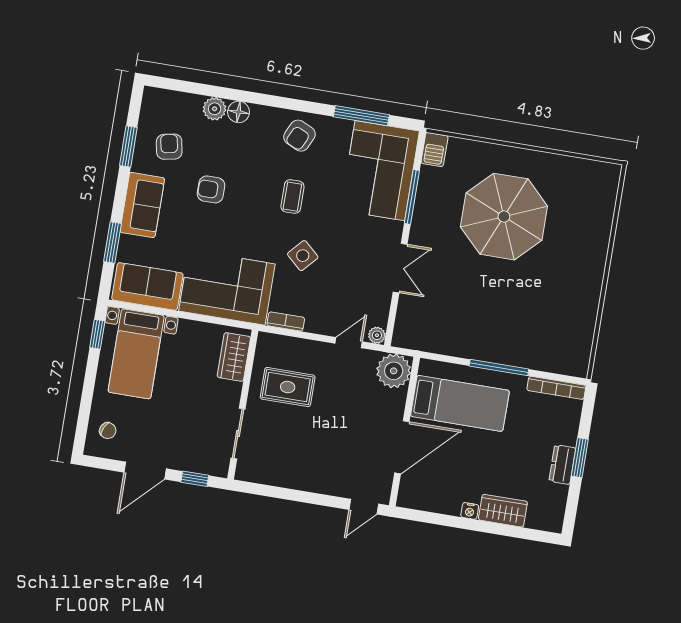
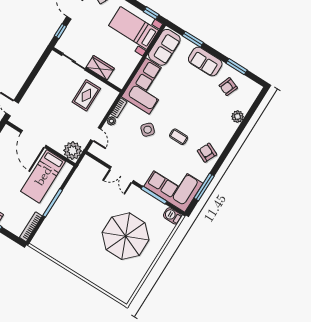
floor lamp: (239, 112) -> (231, 128), removed
armchair: (169, 147) -> (228, 87), turned 122
armchair: (211, 189) -> (199, 98), removed
plant: (377, 335) -> (111, 121), moved
wardrobe: (234, 357) -> (100, 68), moved

